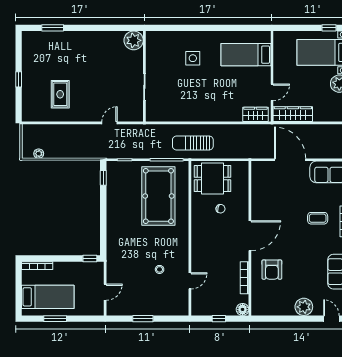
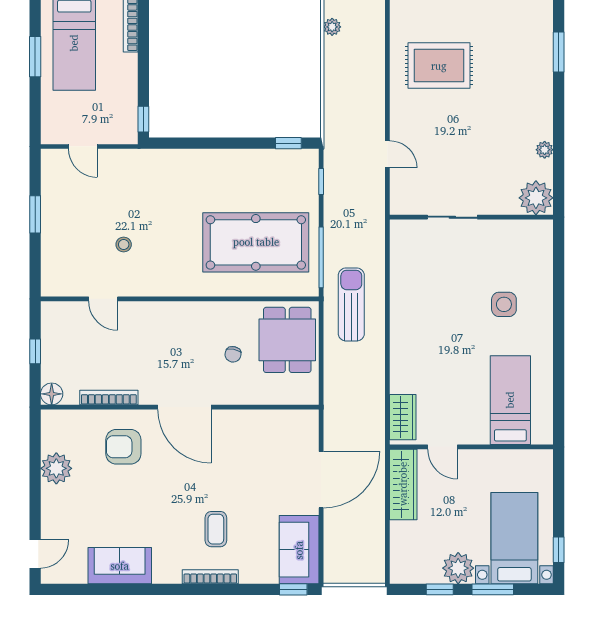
plant: (107, 36) -> (545, 150), added
rug: (60, 94) -> (439, 66), width x1.36, depth x1.43
plant: (304, 307) -> (56, 468), moved

